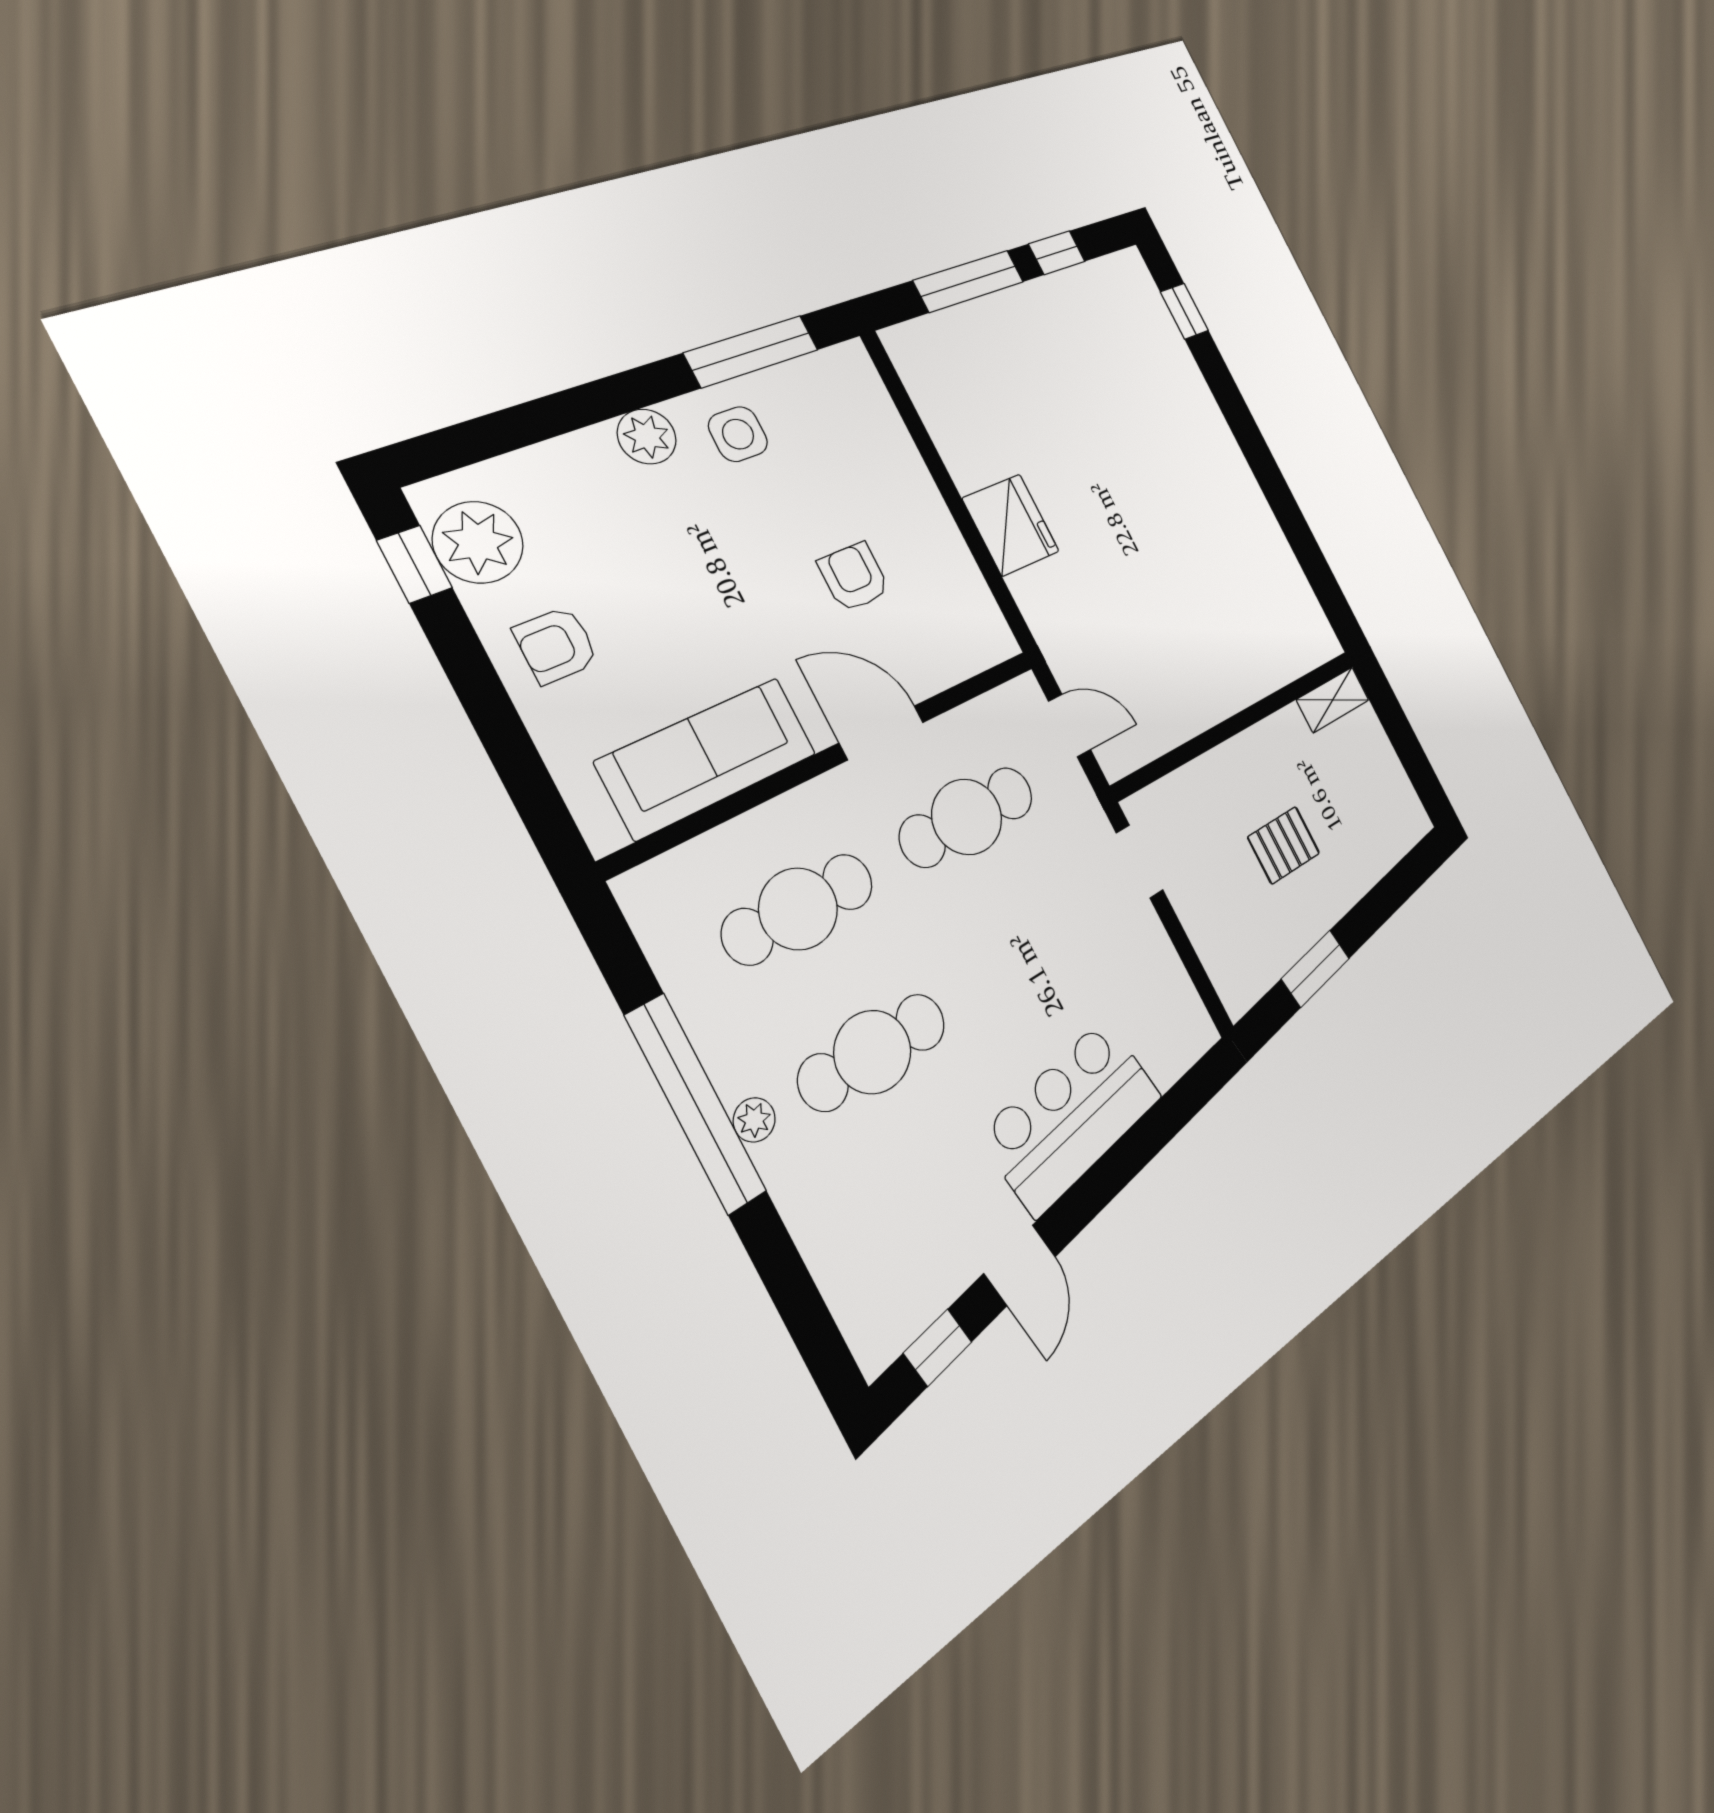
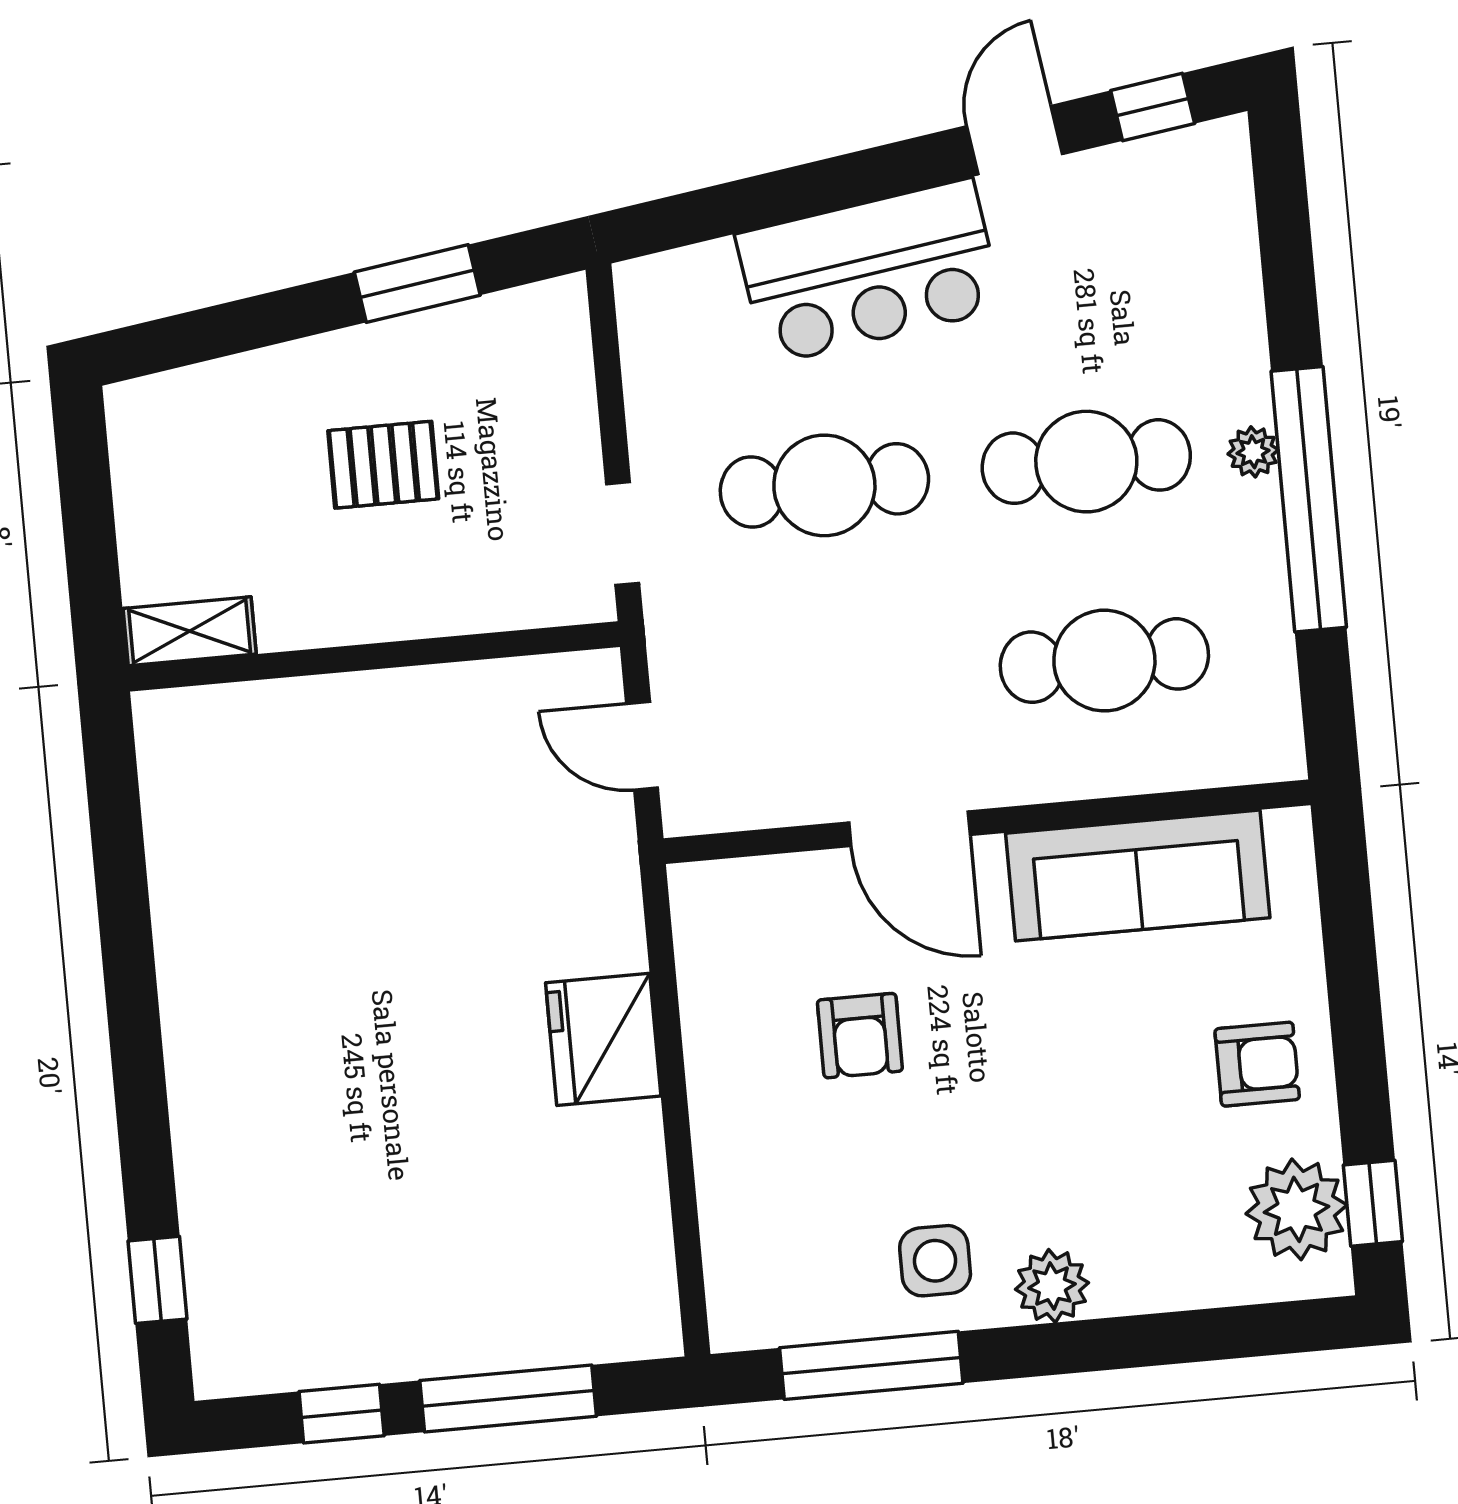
cafe table: (967, 817) -> (824, 485), moved

